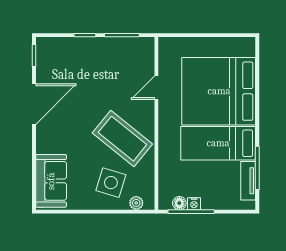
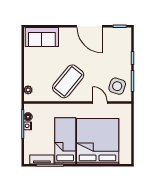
side table: (111, 183) -> (117, 86), moved

